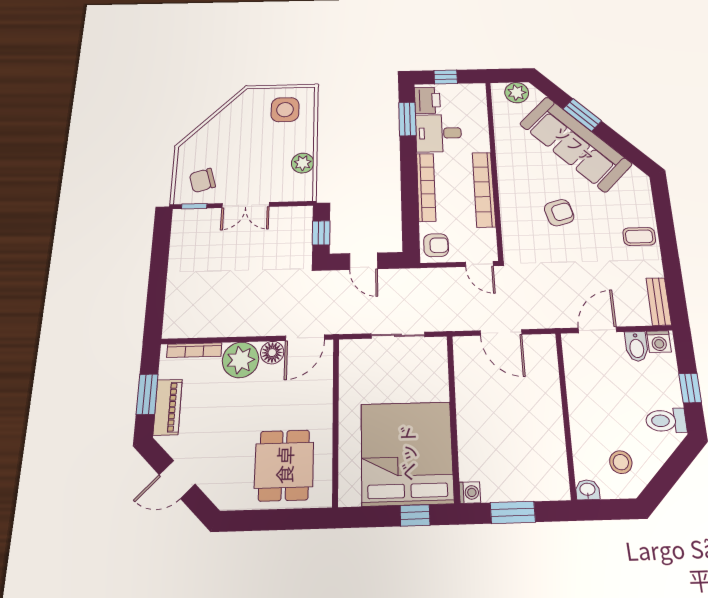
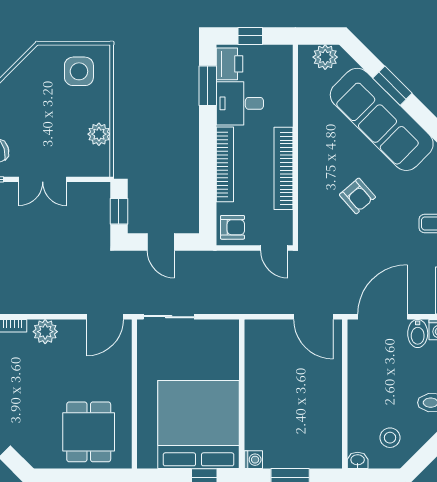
armchair: (559, 213) -> (357, 196), turned 65
door: (598, 330) -> (383, 317), width x1.36
door: (501, 332) -> (313, 317), moved
sliding door: (398, 335) -> (169, 317), moved
floor lamp: (272, 353) -> (75, 330), removed
plant: (241, 360) -> (45, 332), width x0.73, depth x0.73

